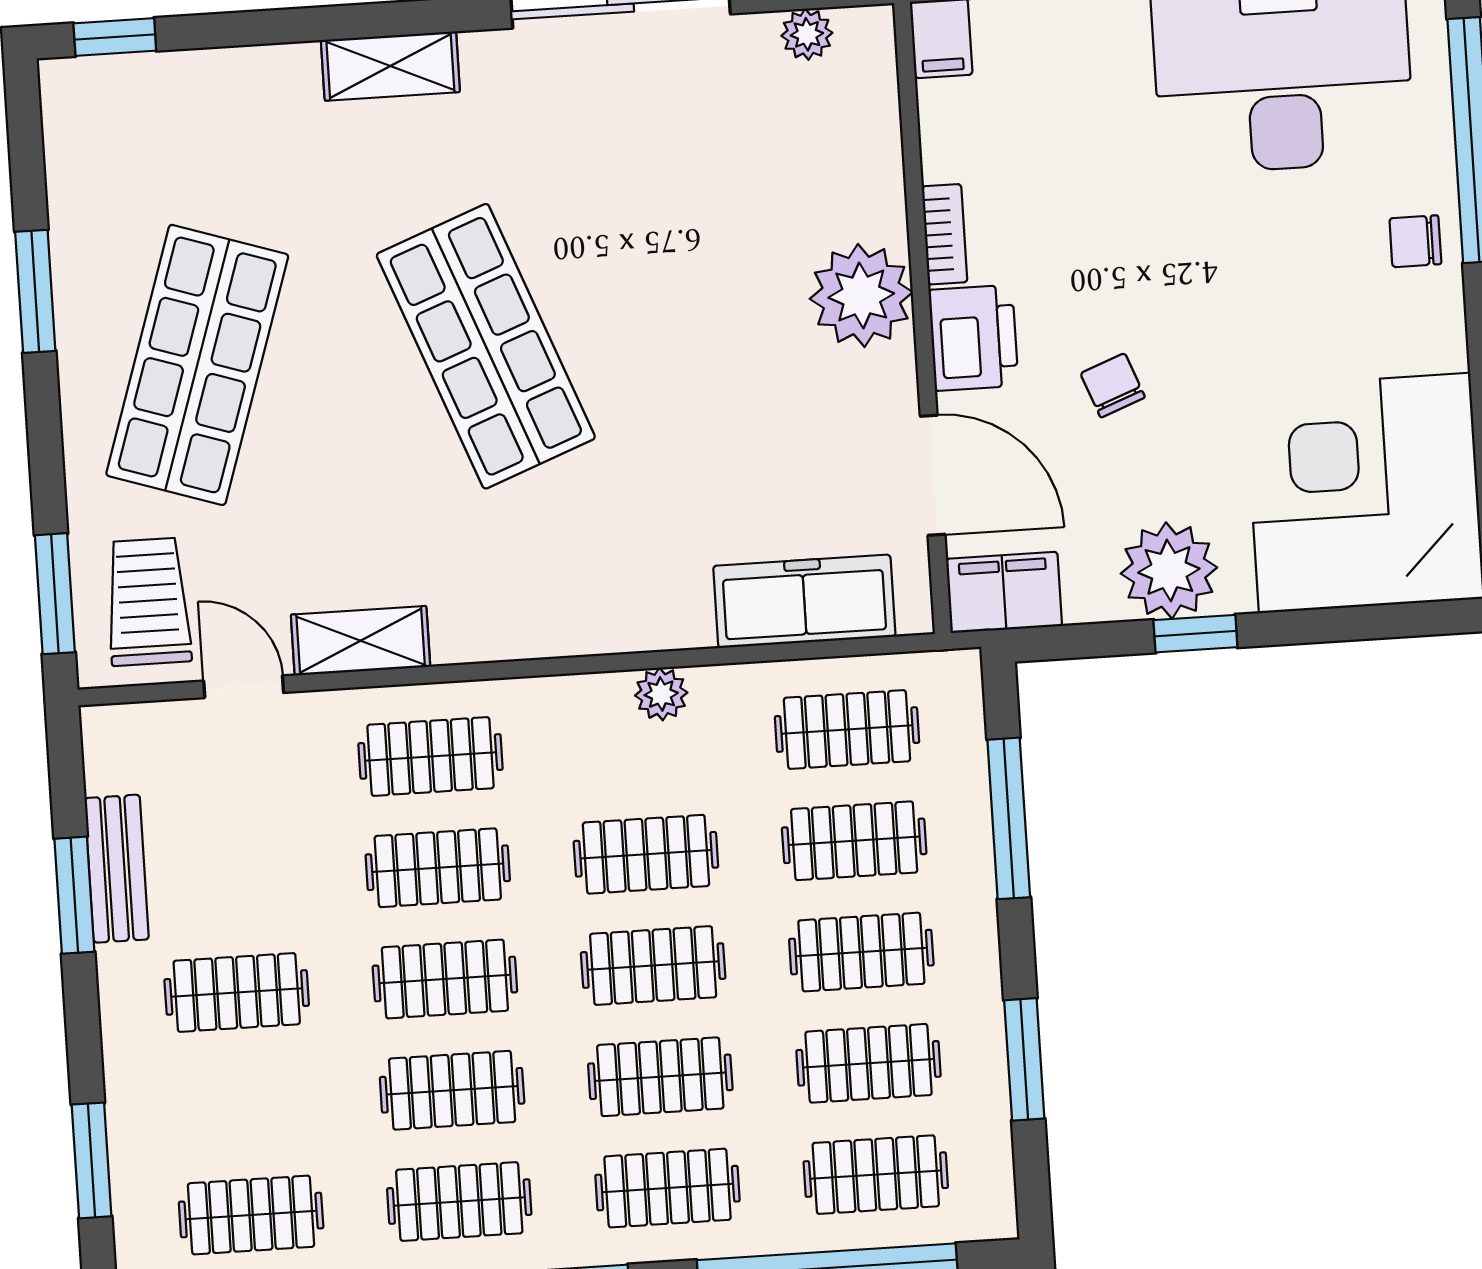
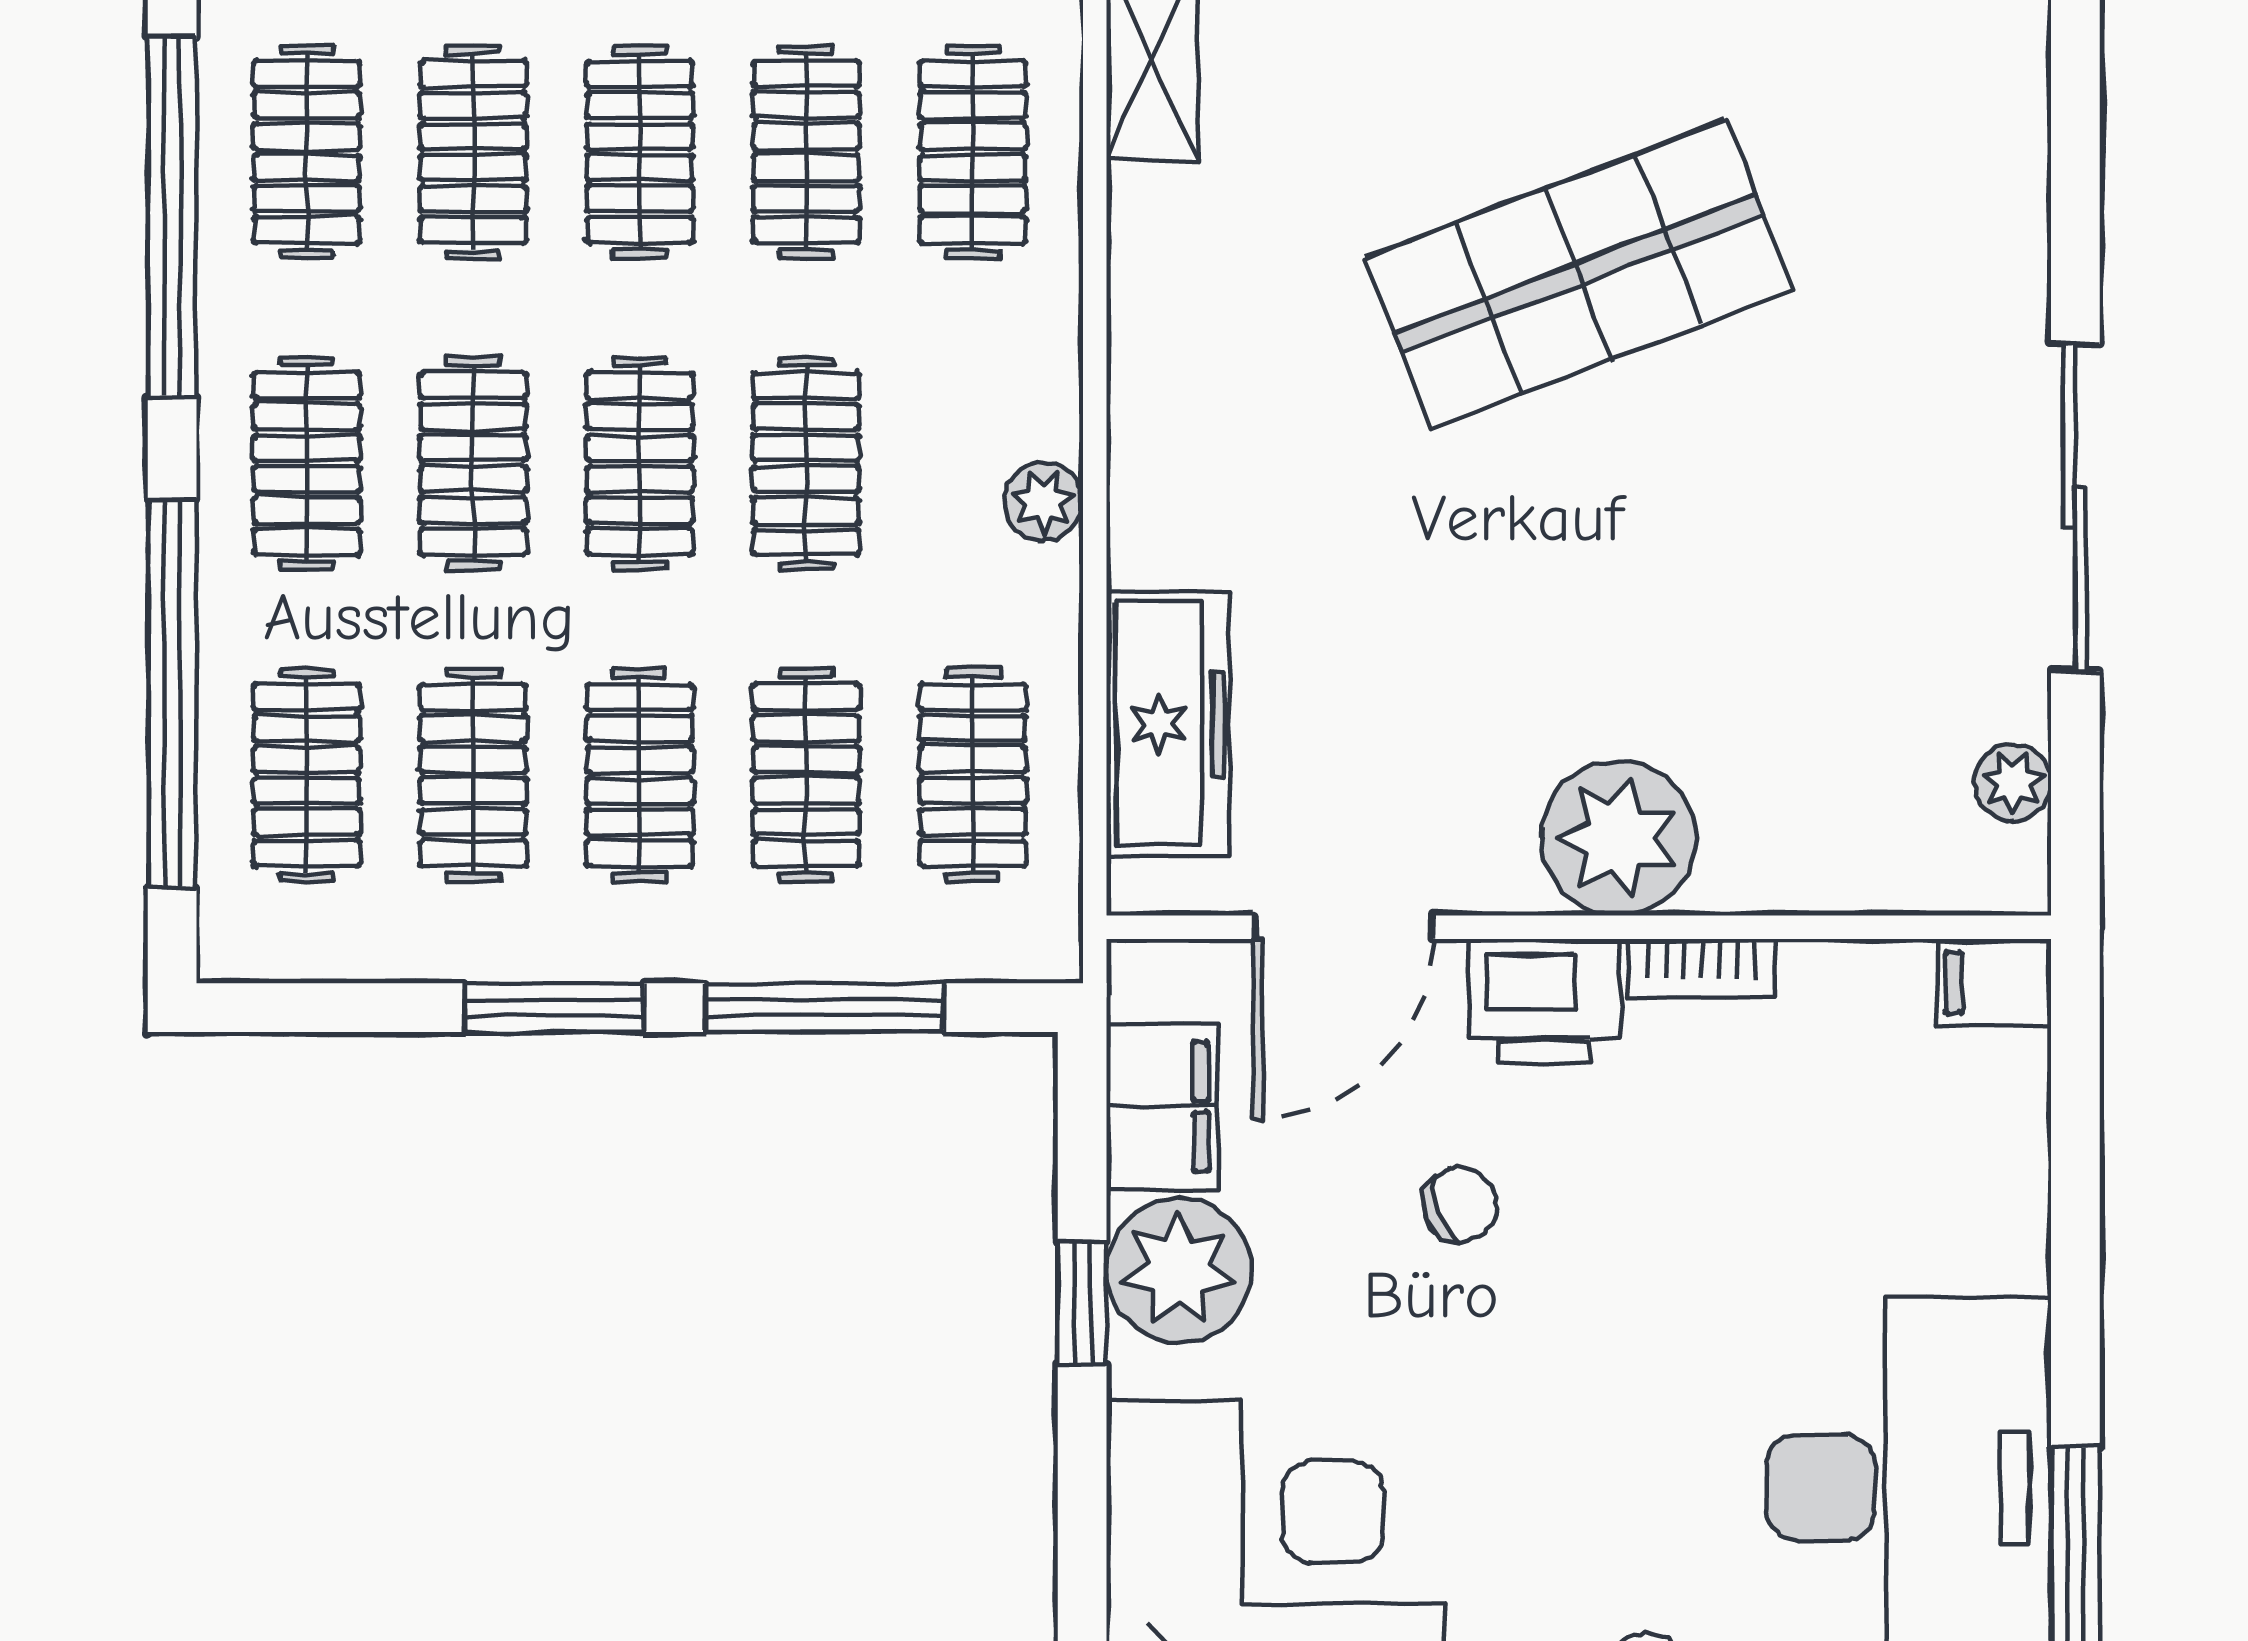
shelving: (390, 66) -> (2006, 159), removed
filing cabinet: (1004, 592) -> (1162, 1107), moved
window: (1024, 1059) -> (554, 1008), moved

